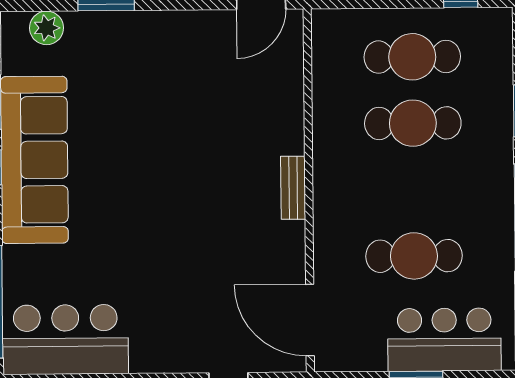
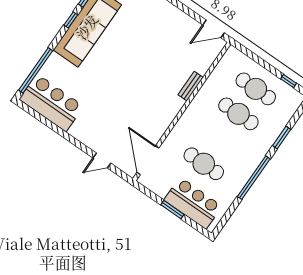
bench: (293, 188) -> (191, 86), moved

